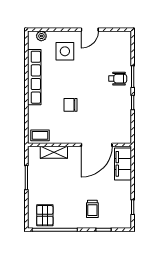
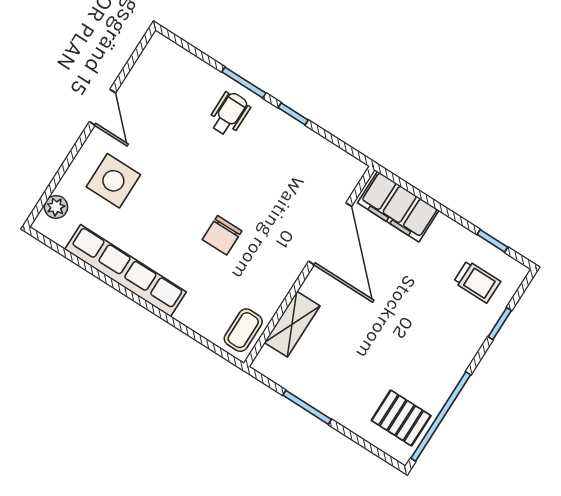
trolley: (92, 209) -> (477, 282), moved

